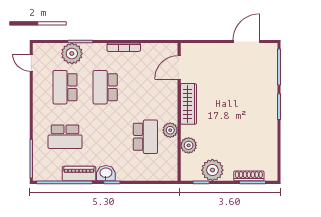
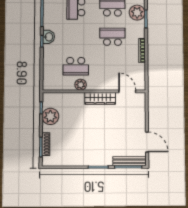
bench: (271, 65) -> (130, 161), added
plant: (189, 145) -> (69, 98), removed
piano: (79, 174) -> (49, 17), removed

